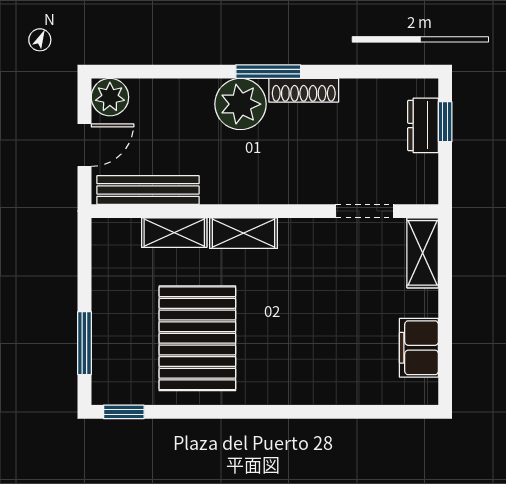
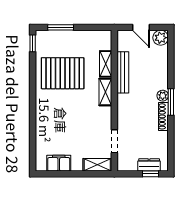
plant: (240, 104) -> (163, 96), width x0.53, depth x0.53
bench: (148, 190) -> (123, 72), moved

